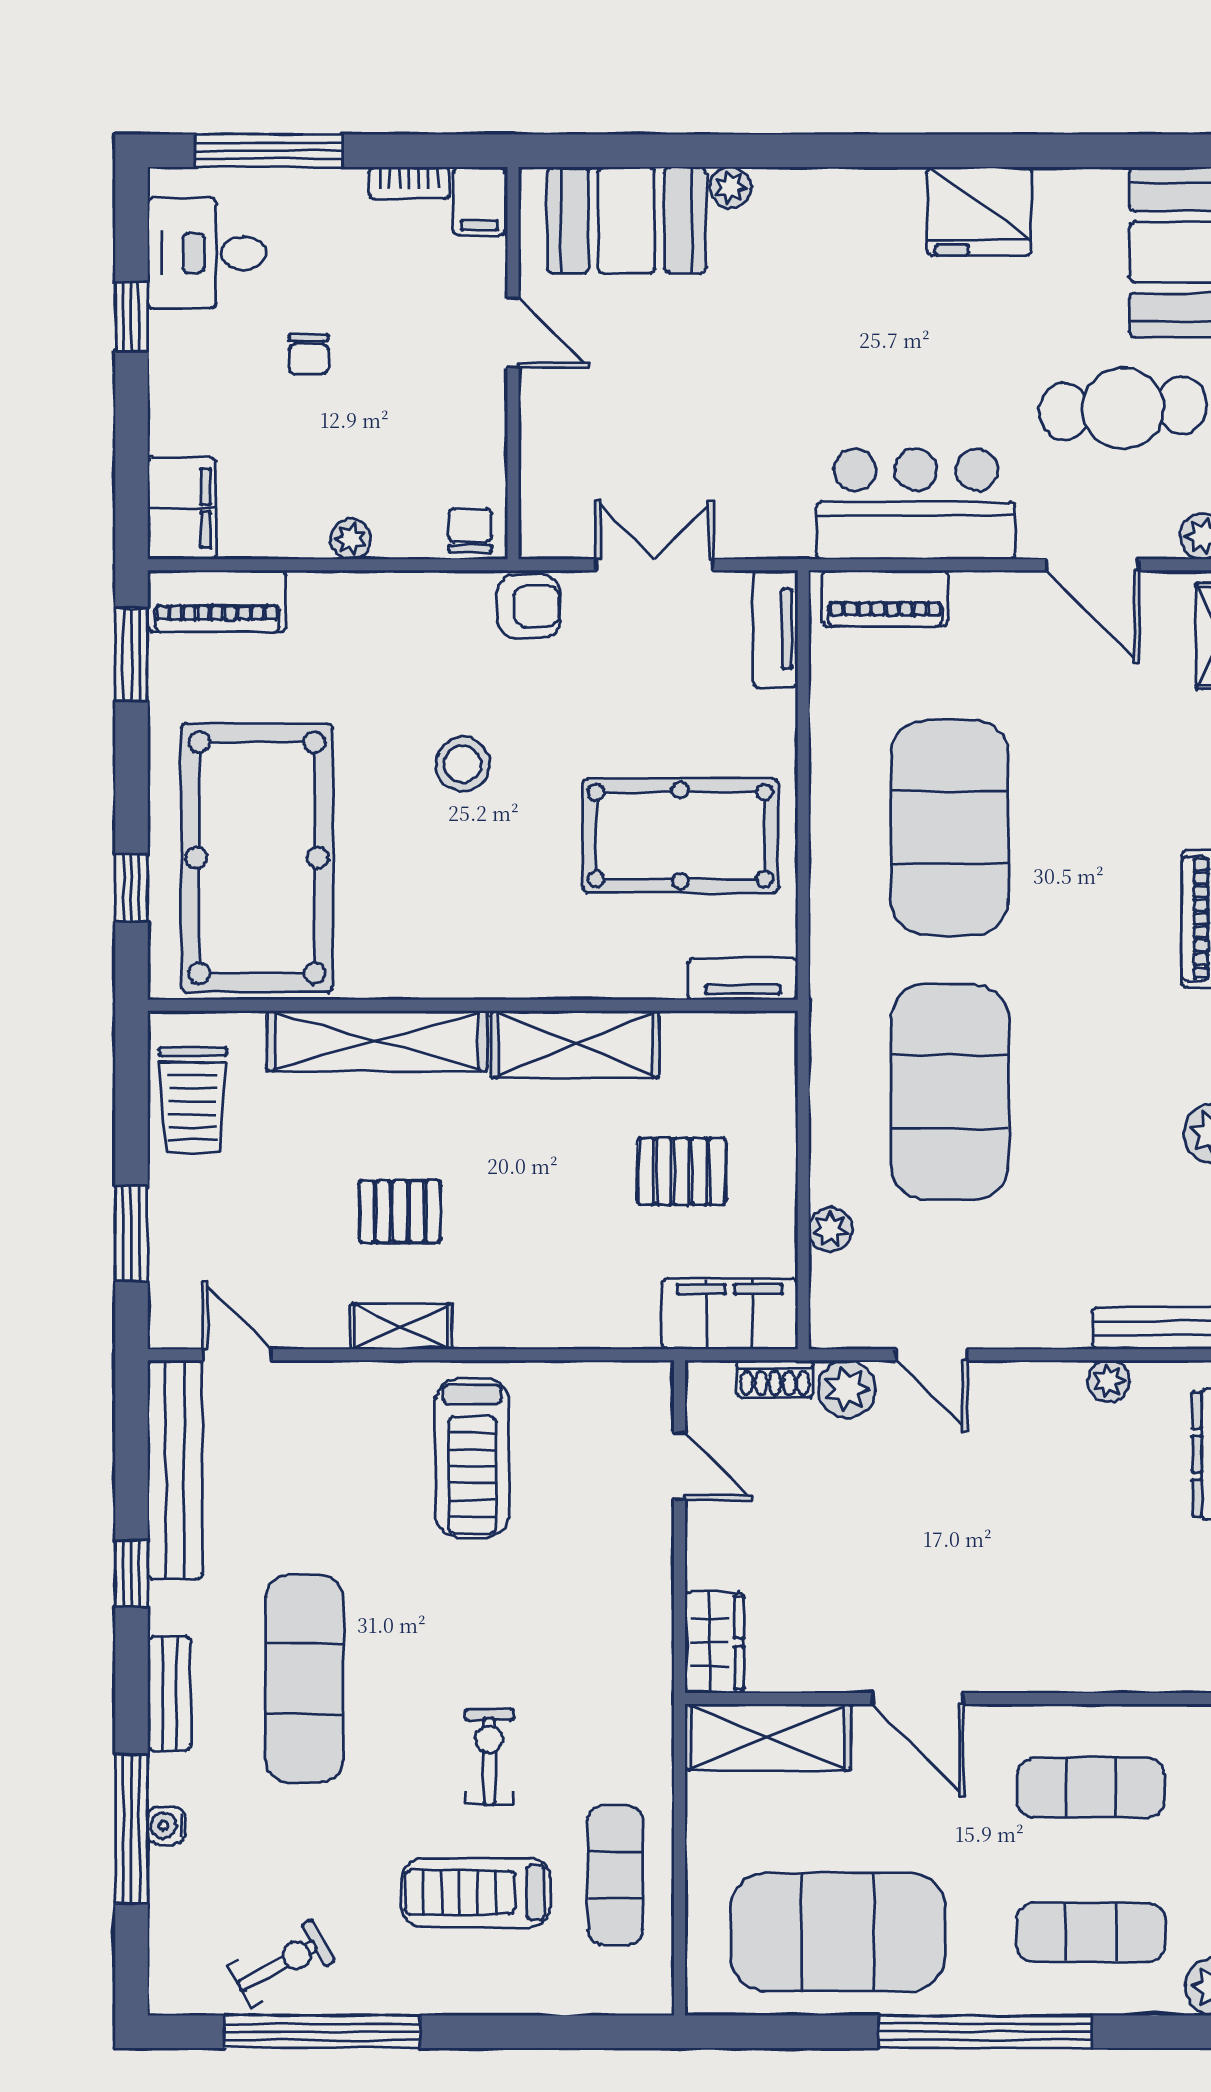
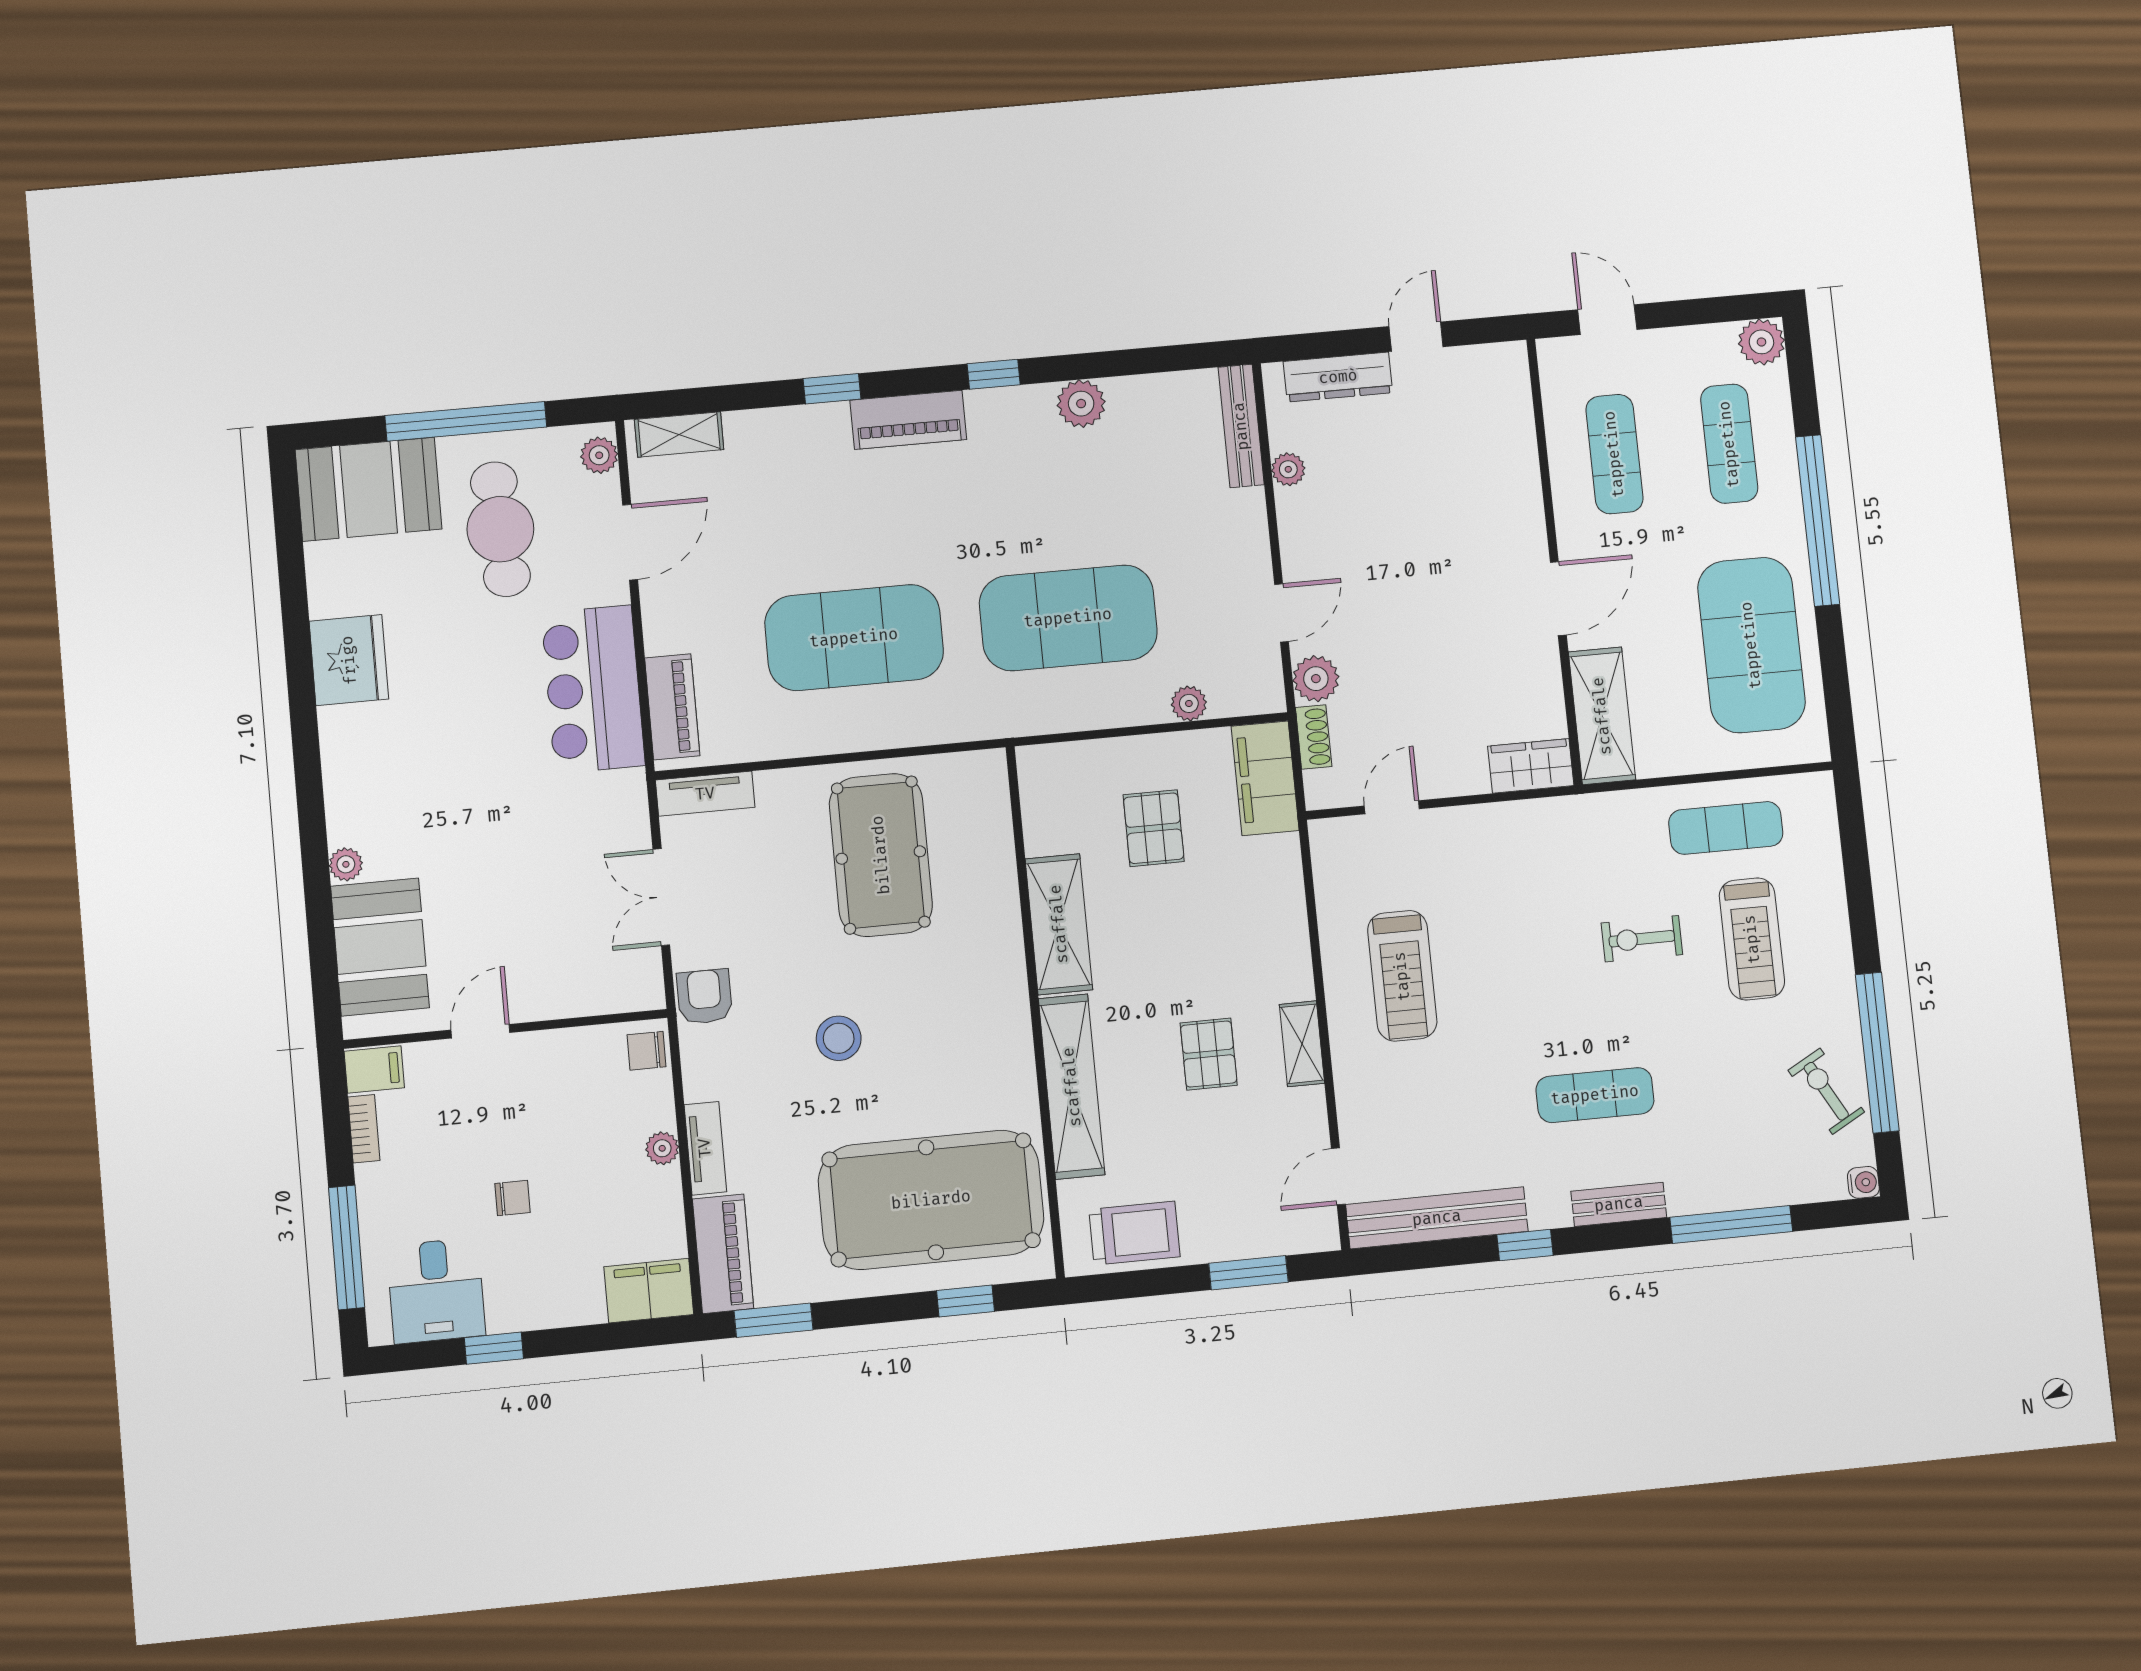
tv unit: (743, 979) -> (705, 1148), moved, turned 180
treadmill: (472, 1458) -> (1402, 976), turned 90
exercise mat: (304, 1679) -> (1595, 1095), width x0.73, depth x0.69
water cooler: (166, 1826) -> (1863, 1182), moved, turned -90

